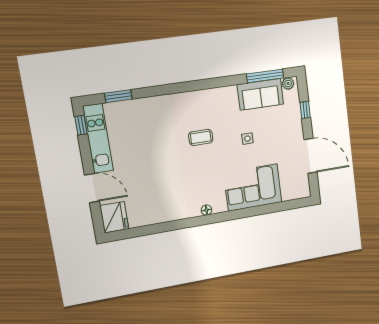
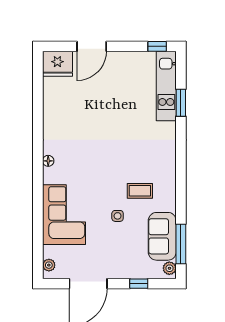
window: (118, 96) -> (181, 103), moved
coffee table: (201, 137) -> (140, 191), moved, turned 90
kitchen unit: (98, 138) -> (166, 86), moved, turned 90
plant: (299, 193) -> (49, 265), added

